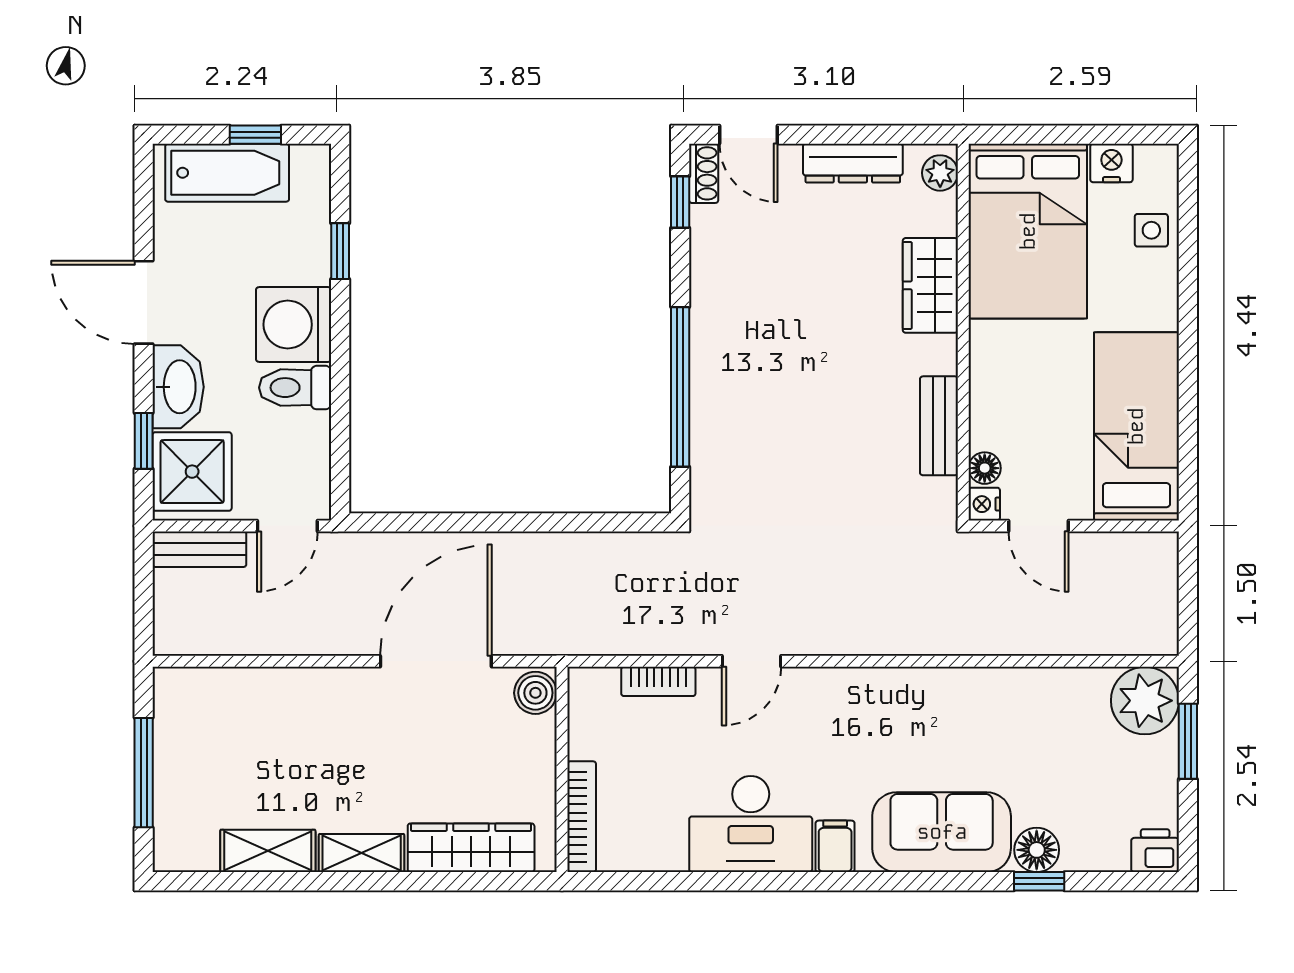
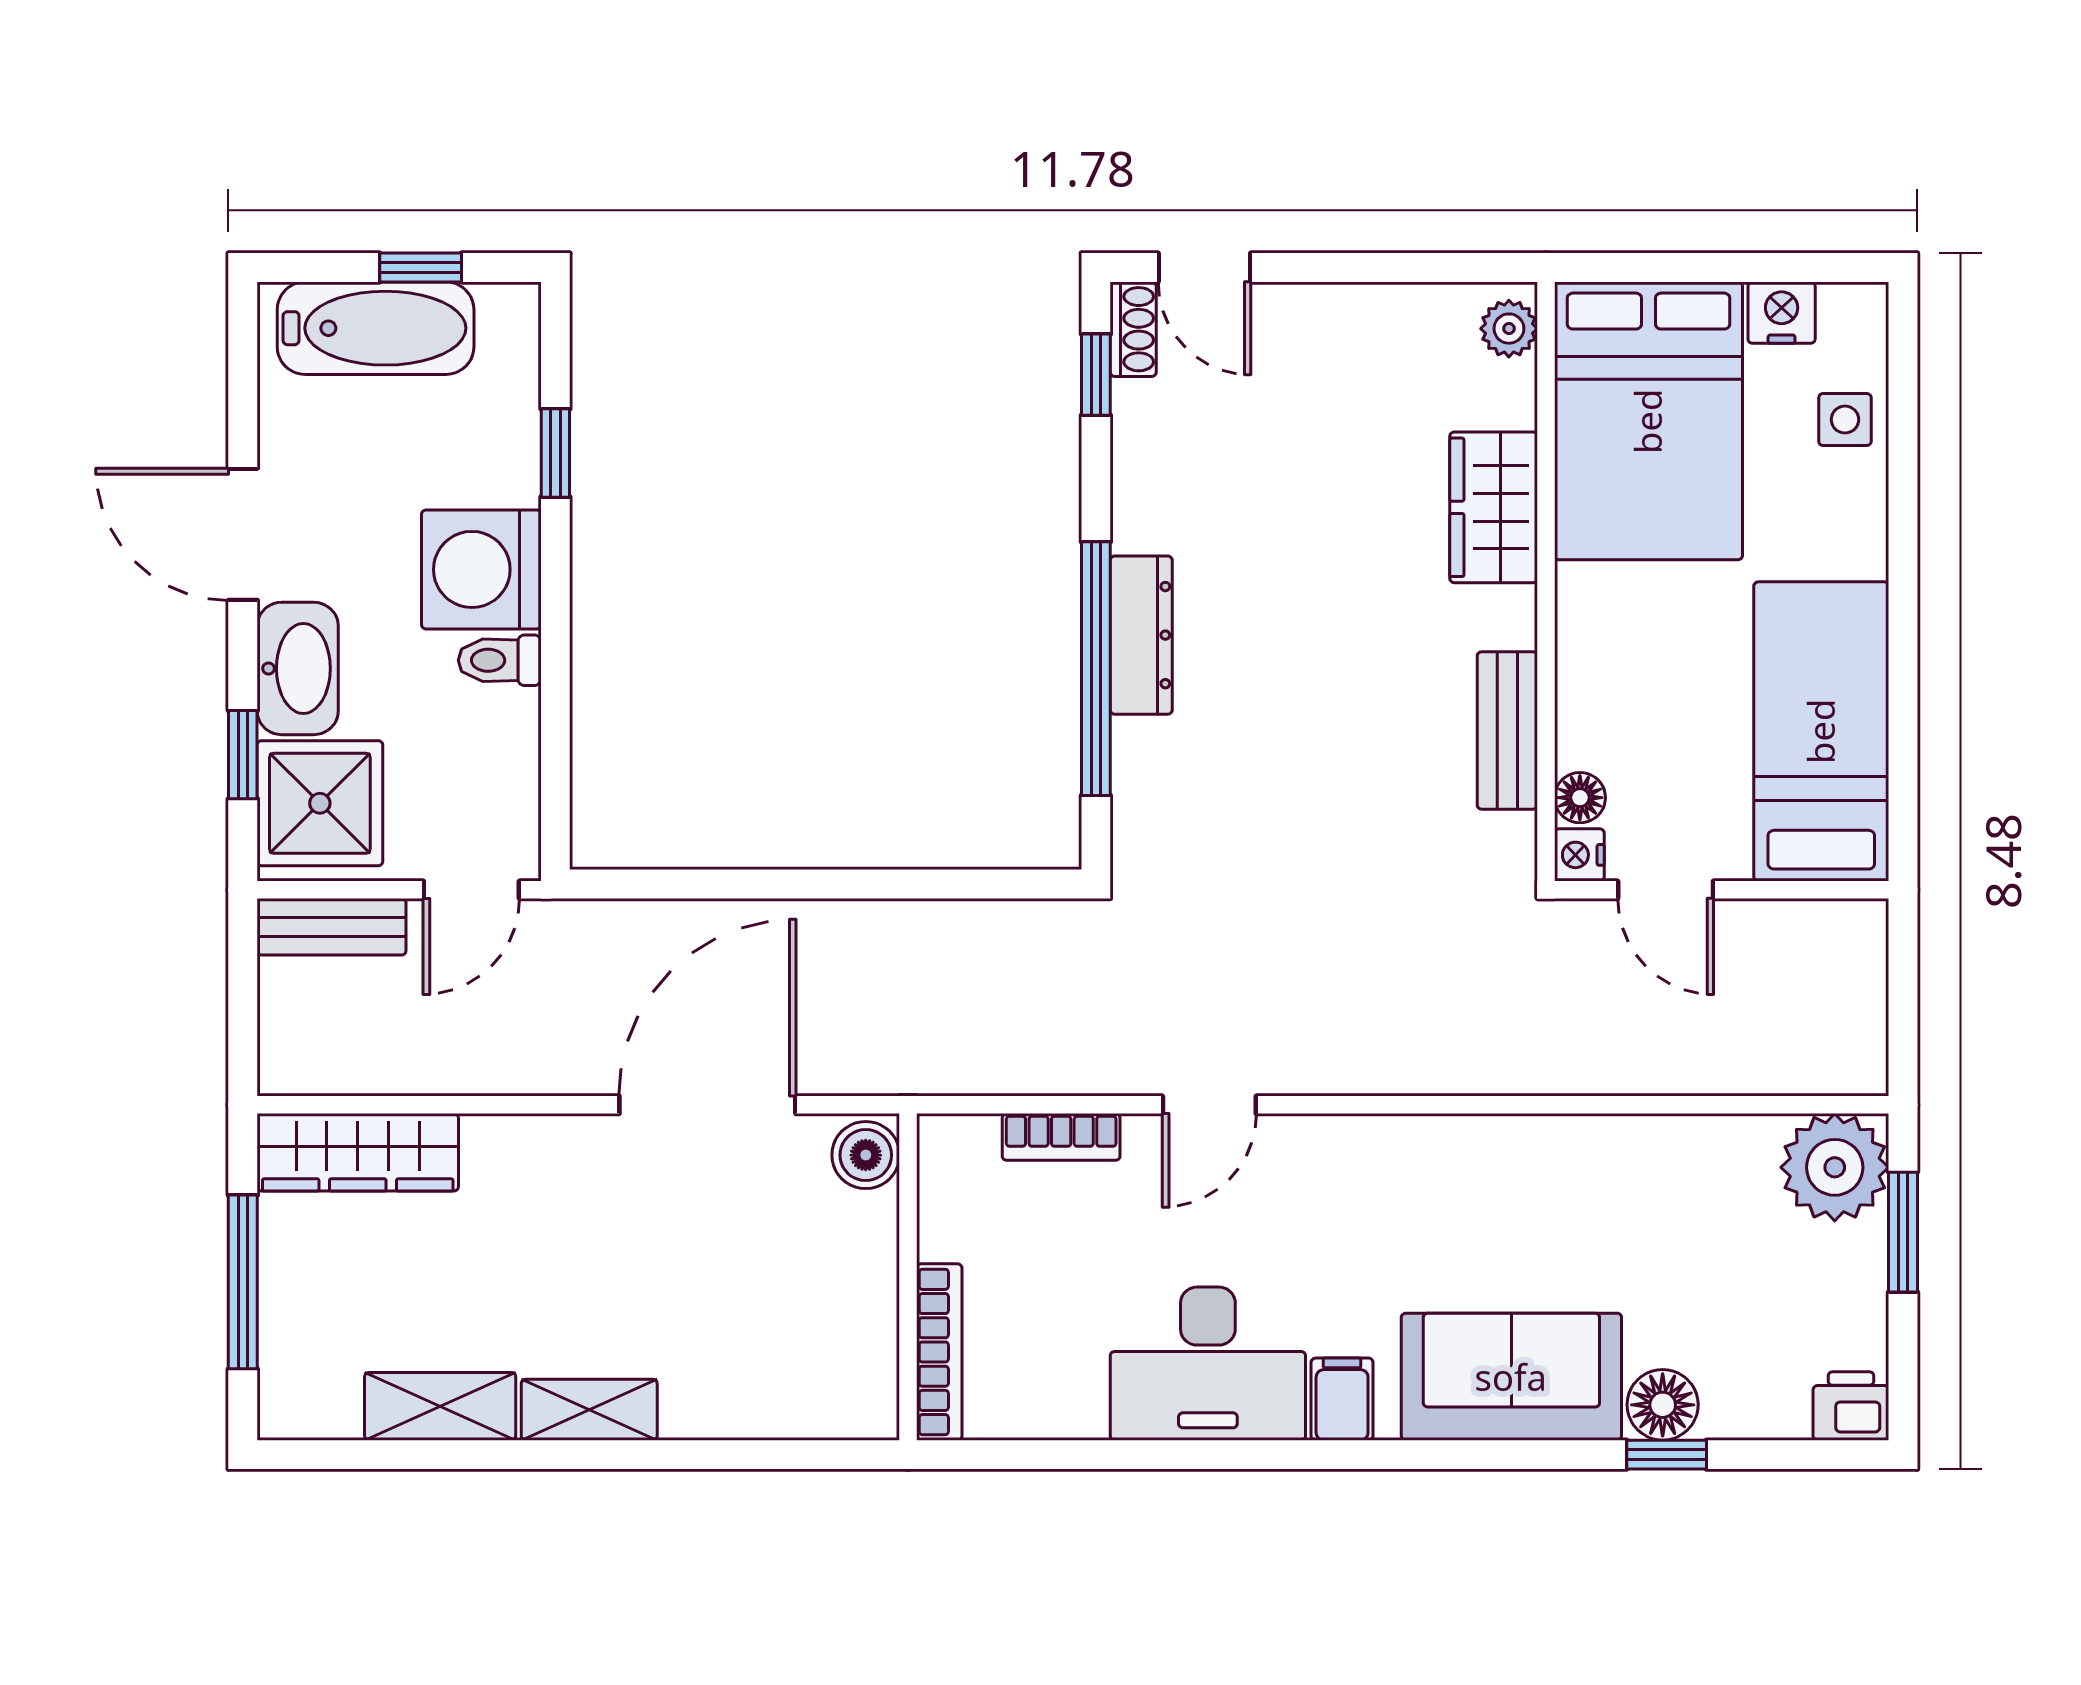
dresser: (853, 163) -> (1141, 635), moved, turned -90
toilet: (295, 388) -> (500, 660), width x0.73, depth x0.72
wardrobe: (471, 848) -> (358, 1152), moved, turned 180

